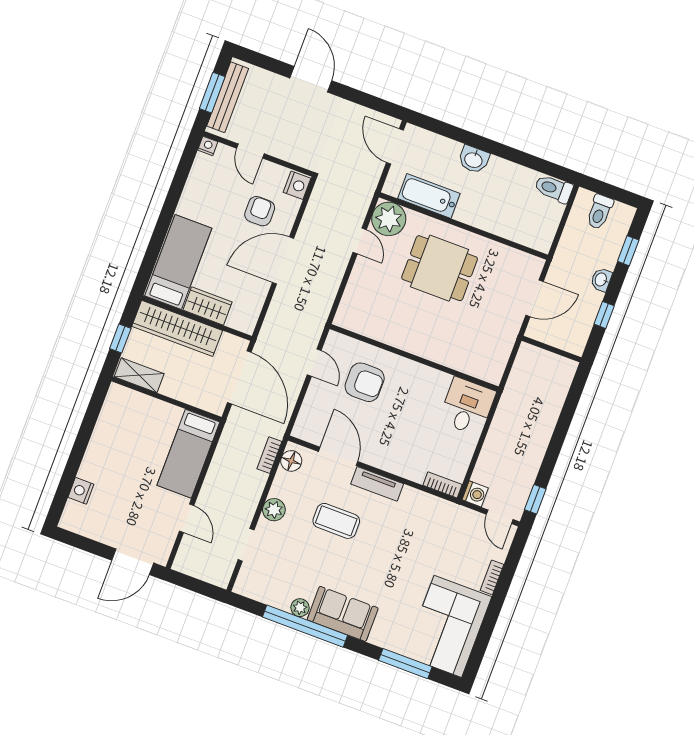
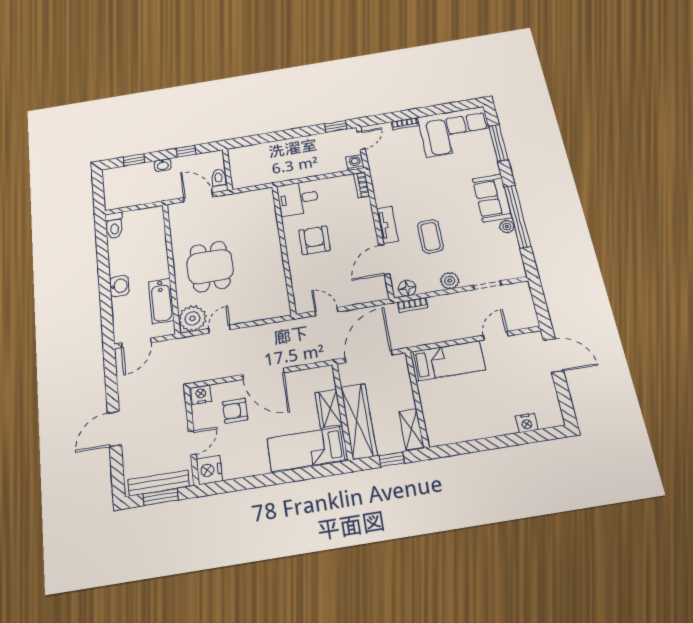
nightstand: (208, 146) -> (209, 470), width x1.89, depth x1.79
toilet: (600, 212) -> (219, 181), moved, turned -90
door: (314, 363) -> (326, 312), hinge flipped
armchair: (365, 382) -> (314, 240), moved

